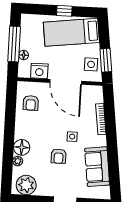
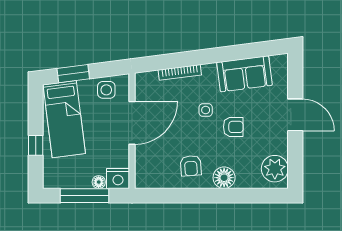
window: (64, 11) -> (36, 145), moved
window: (106, 60) -> (73, 74), moved
nightstand: (39, 71) -> (118, 178), moved, turned 90
armchair: (31, 103) -> (191, 166), moved, turned 86
plant: (18, 161) -> (243, 182), removed

